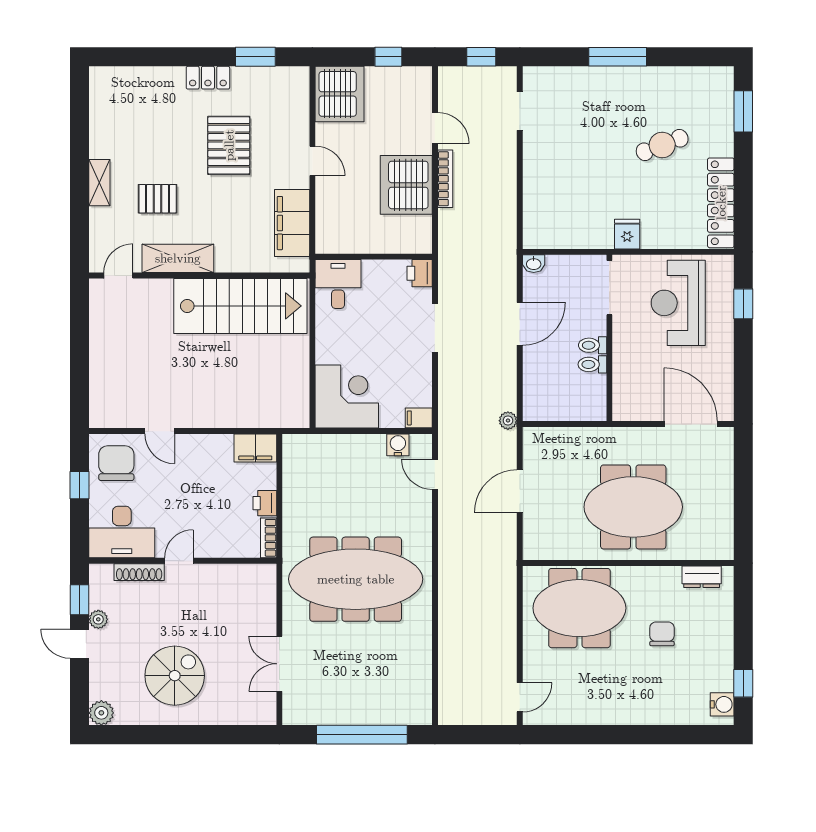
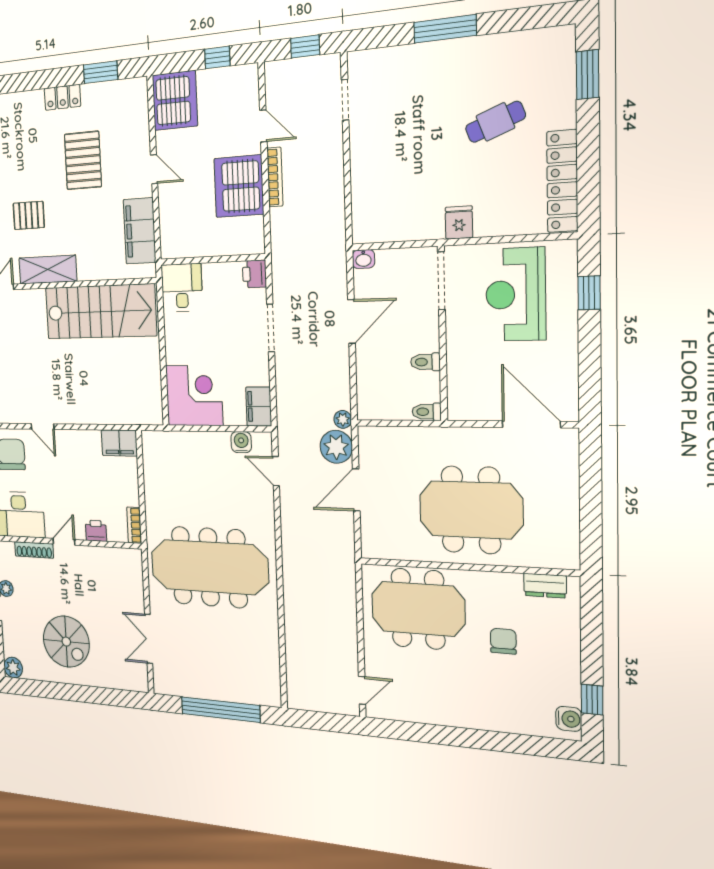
toilet: (593, 345) -> (427, 412), moved
filing cabinet: (419, 418) -> (259, 406), width x2.00
plant: (500, 448) -> (336, 447), added
printer: (265, 503) -> (96, 531), moved, turned 90
spiral stairs: (175, 676) -> (66, 642), turned 90

